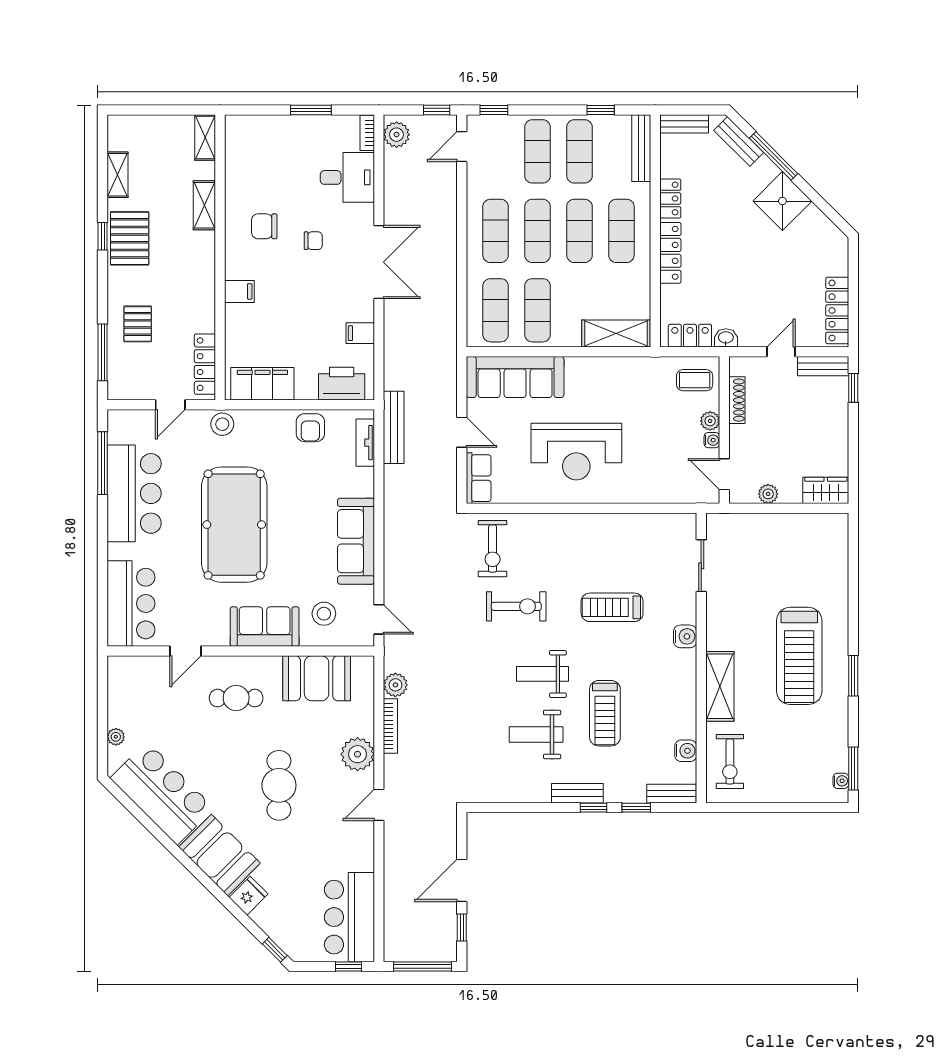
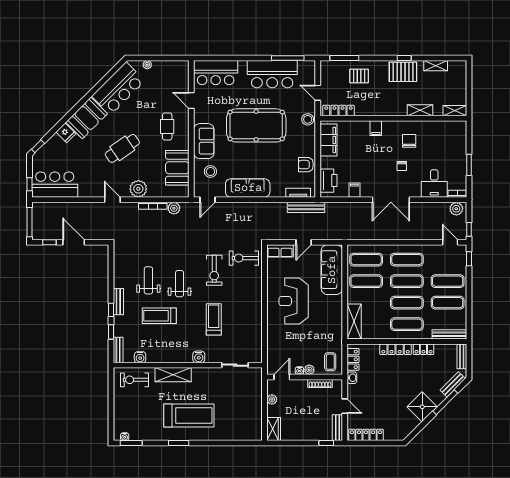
window: (601, 110) -> (469, 314), removed
treadmill: (799, 656) -> (189, 415), turned 180
cafe table: (279, 785) -> (122, 148), turned -35

